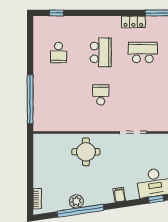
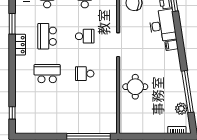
school desk: (58, 52) -> (85, 36), moved
filing cabinet: (119, 195) -> (172, 45), moved
window: (156, 199) -> (177, 24), removed
plant: (76, 201) -> (181, 109), moved

